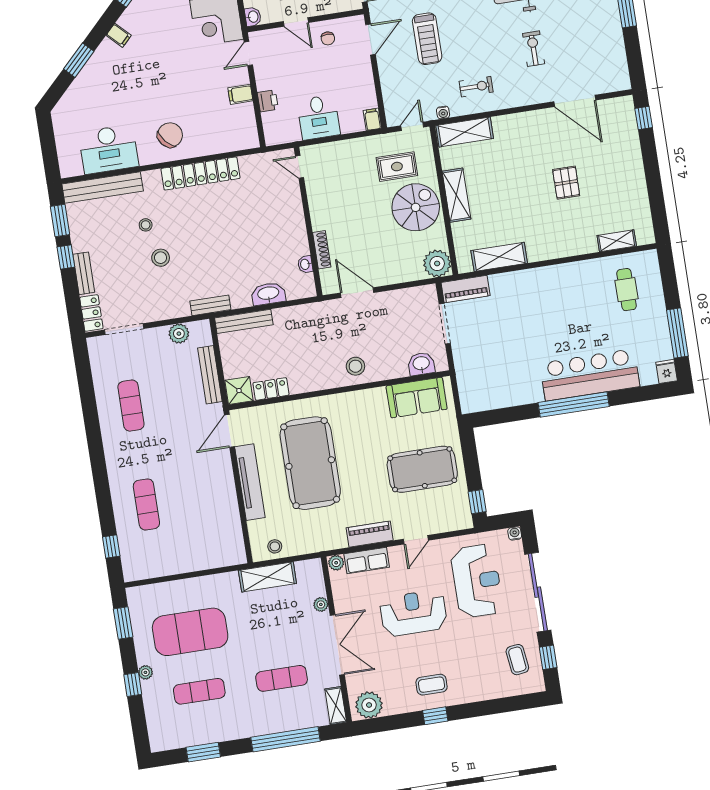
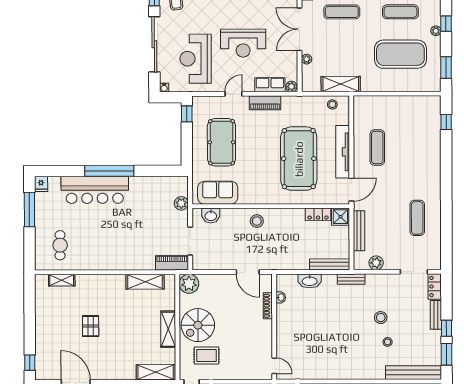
locker: (200, 173) -> (344, 372), removed
plant: (465, 375) -> (181, 203), added
pool table: (422, 469) -> (221, 142), turned 90
exercise mat: (146, 504) -> (377, 148), moved

